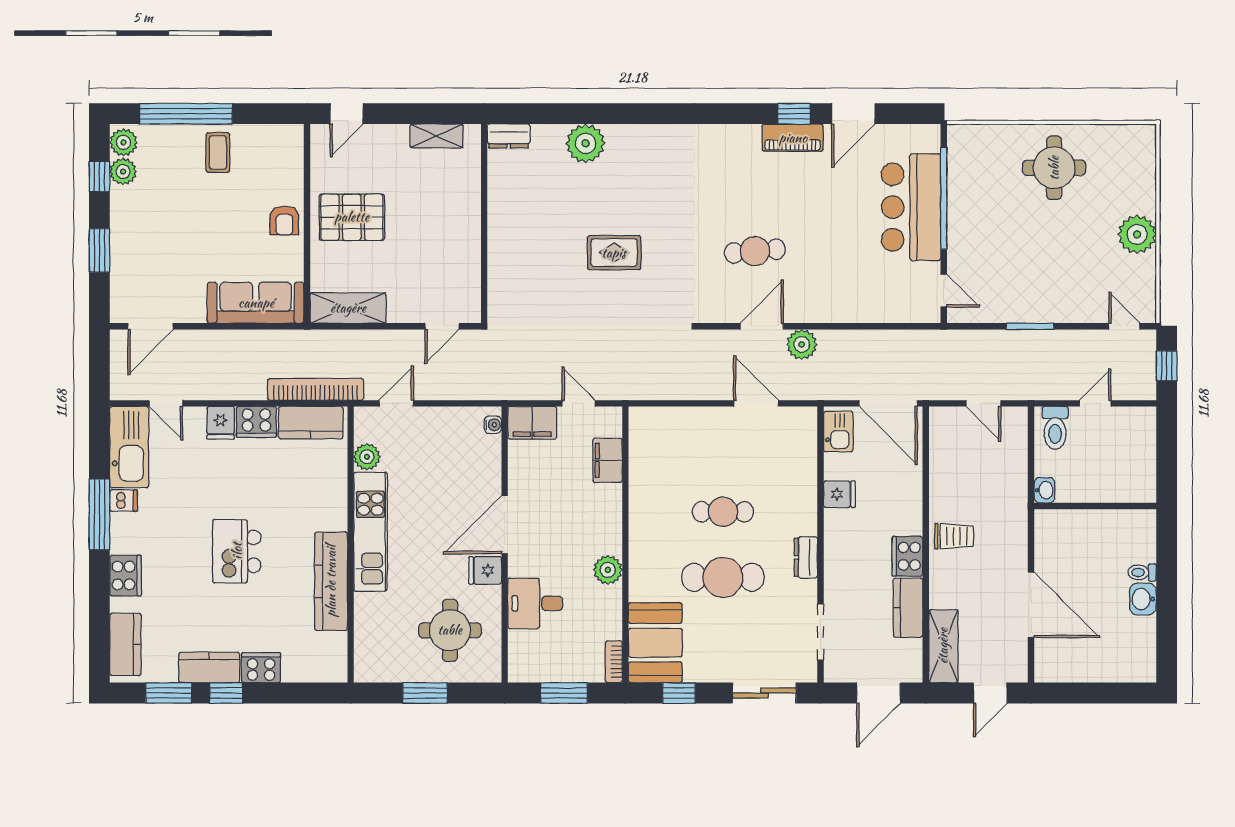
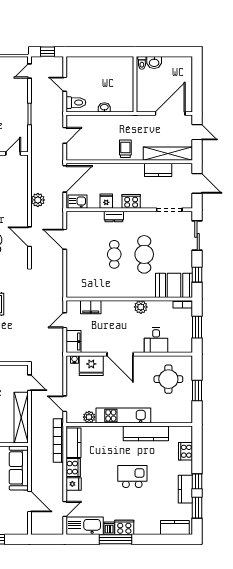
shelving: (348, 308) -> (21, 418), width x1.47
door: (151, 326) -> (29, 502), moved
plant: (802, 345) -> (38, 200), moved
door: (756, 403) -> (65, 239), hinge flipped
wall: (1095, 506) -> (135, 84), moved
kitchen island: (237, 551) -> (132, 477), turned 180
cooker: (907, 556) -> (131, 201), moved, turned 180
dresser: (806, 557) -> (114, 217), moved
fridge: (485, 570) -> (91, 366), moved, width x1.88, depth x1.34
cooker: (125, 575) -> (124, 527), moved
door: (1031, 605) -> (170, 114), moved
shelving: (943, 646) -> (168, 154), width x1.47
cooker: (261, 668) -> (185, 451), moved

